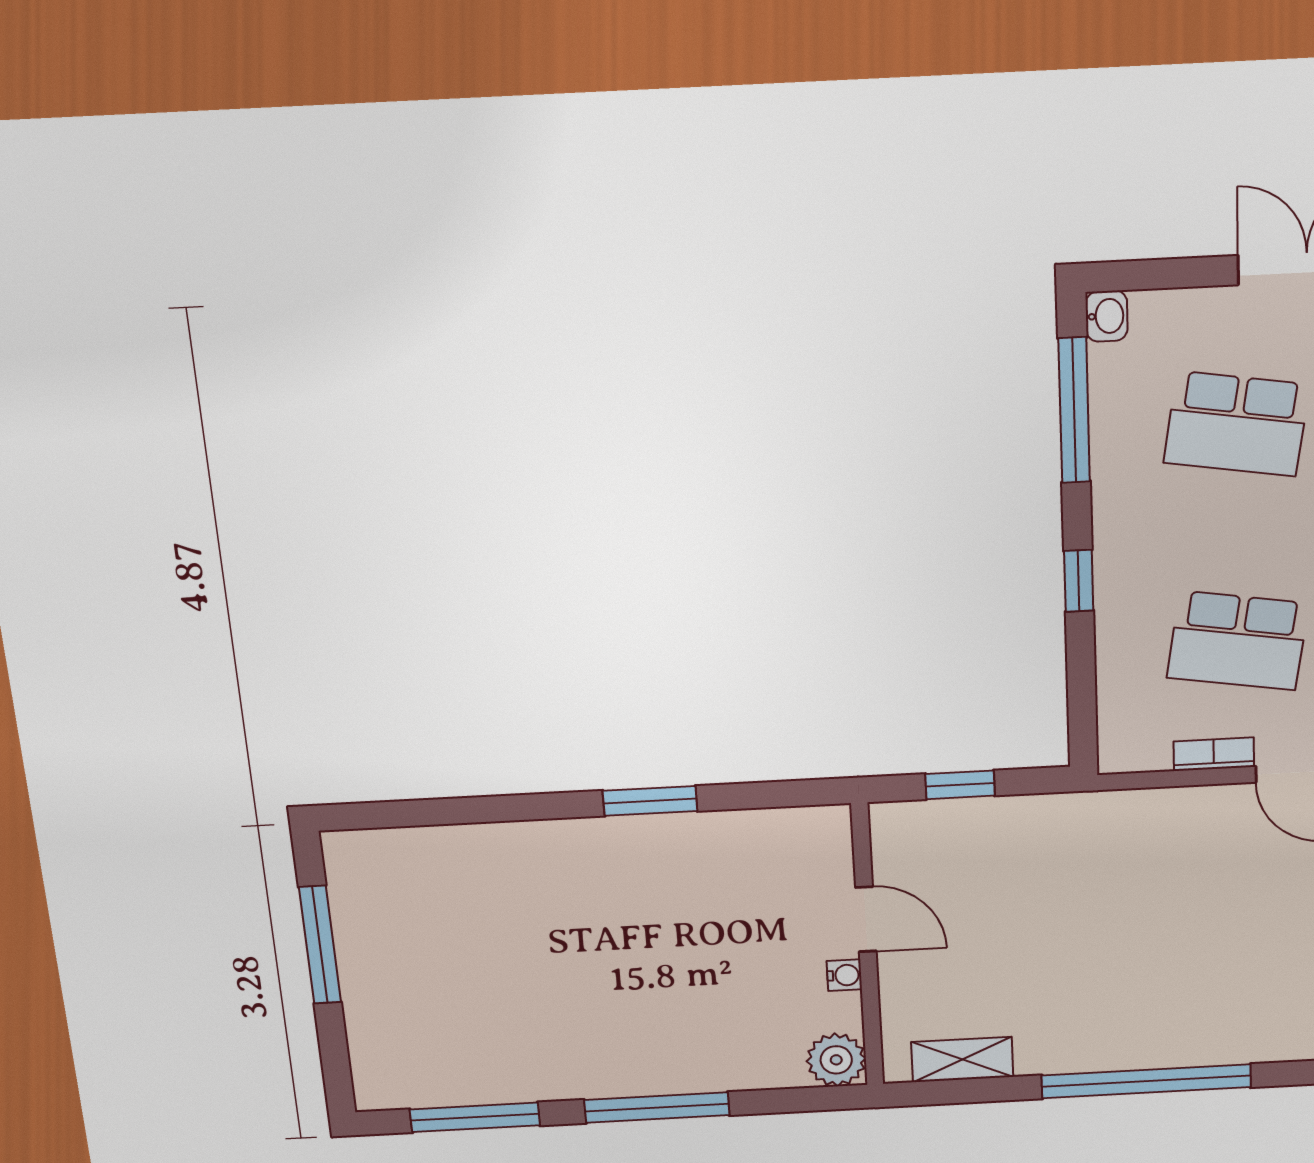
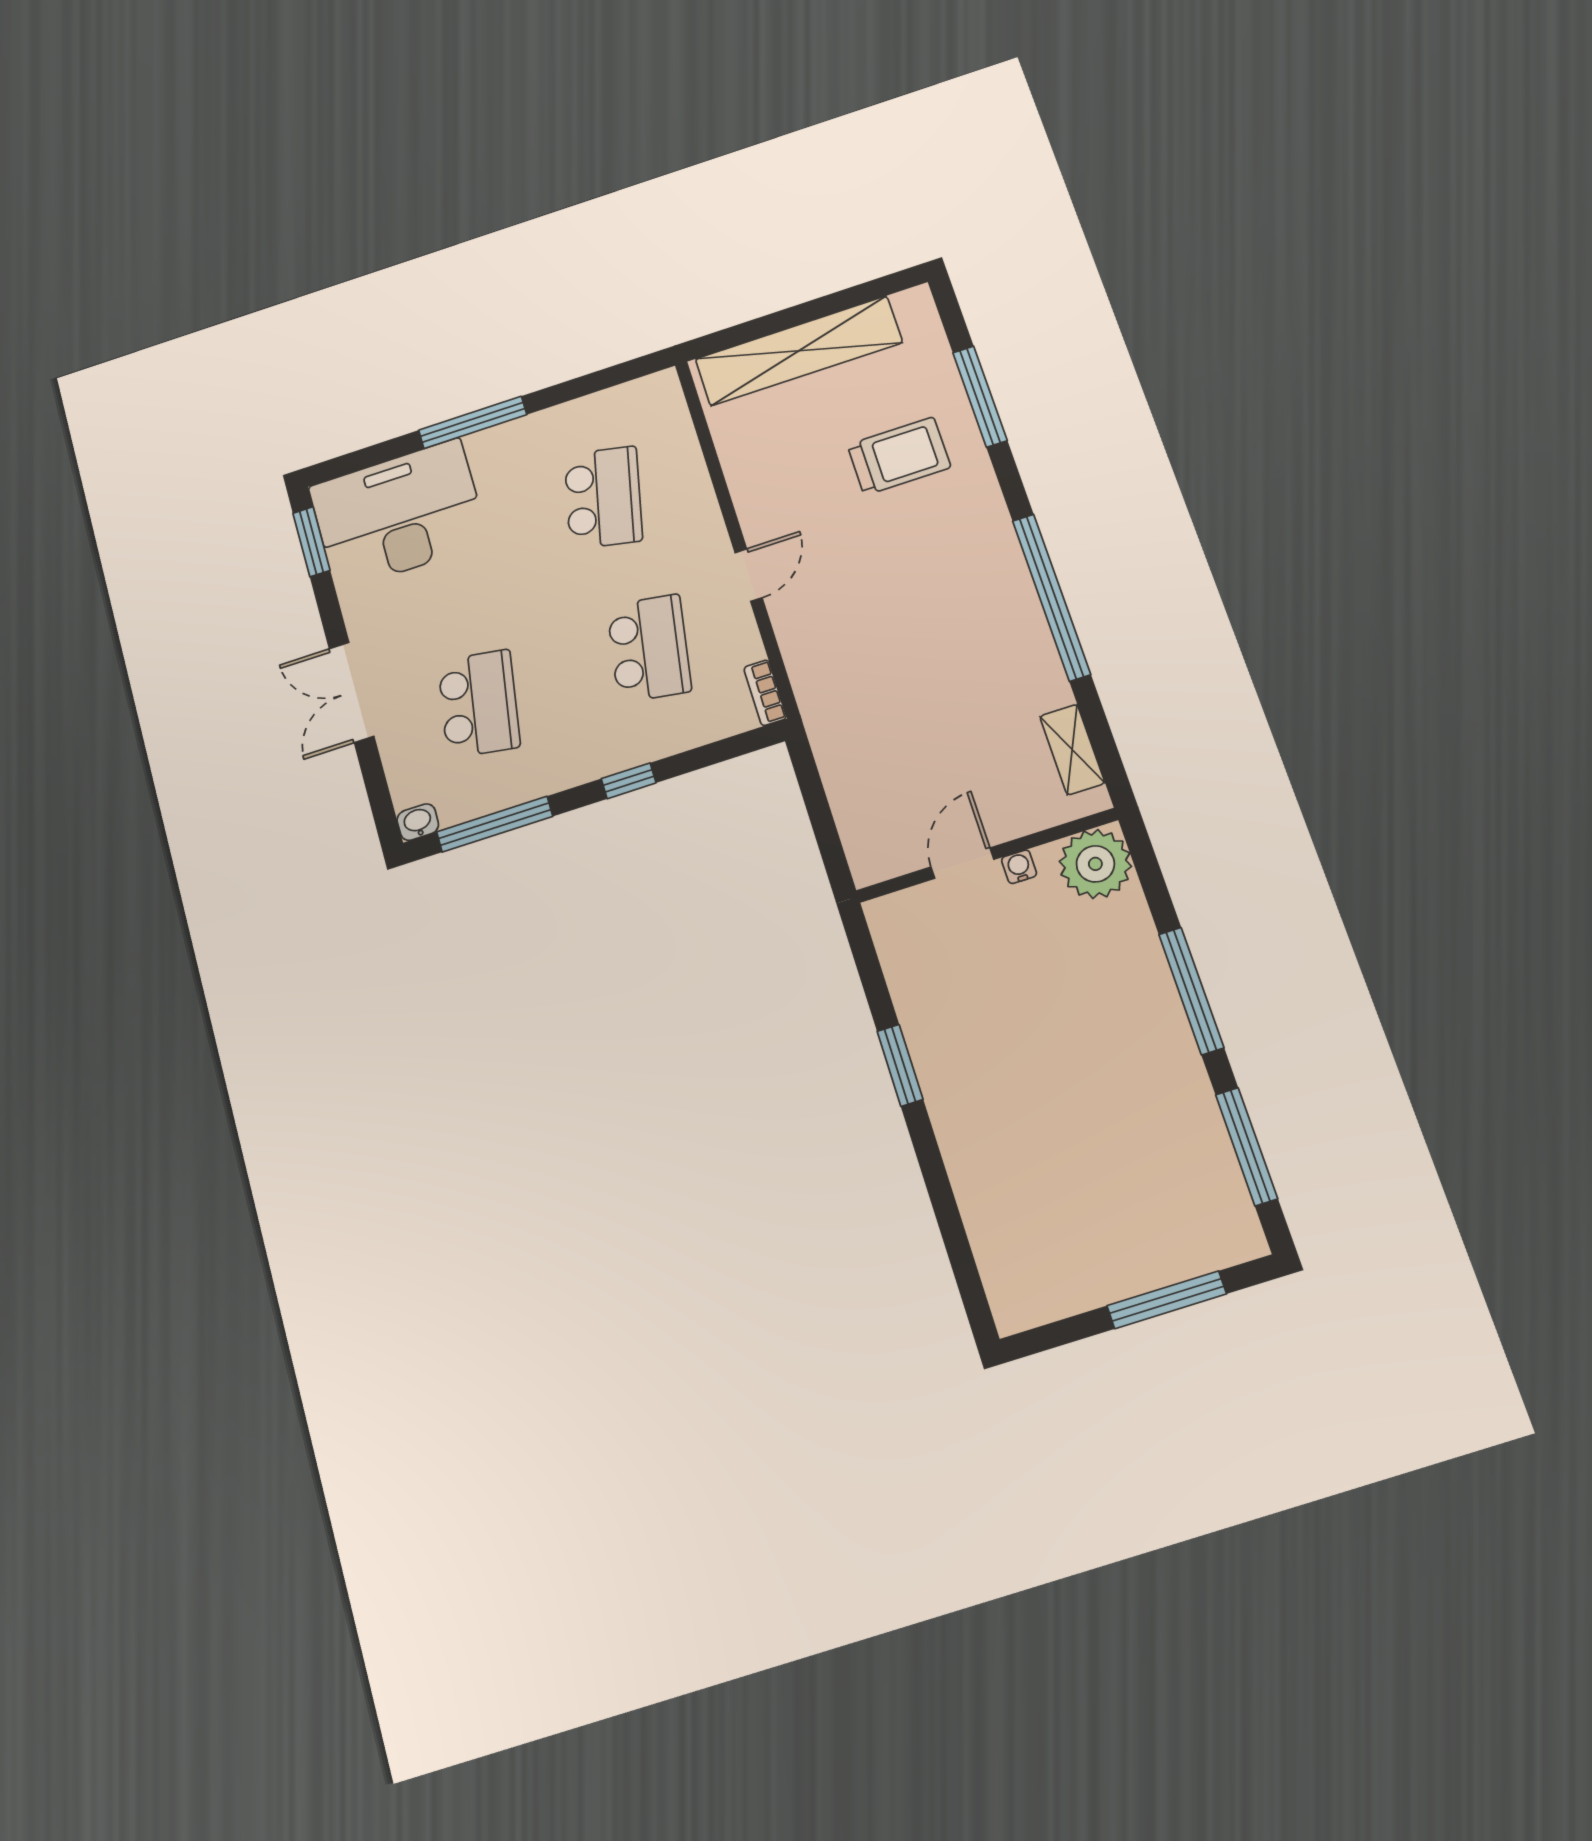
bookcase: (1214, 754) -> (765, 693), moved
window: (960, 785) -> (822, 822), removed
window: (320, 945) -> (1167, 1300), moved
plant: (836, 1060) -> (1095, 864), width x1.36, depth x1.36

